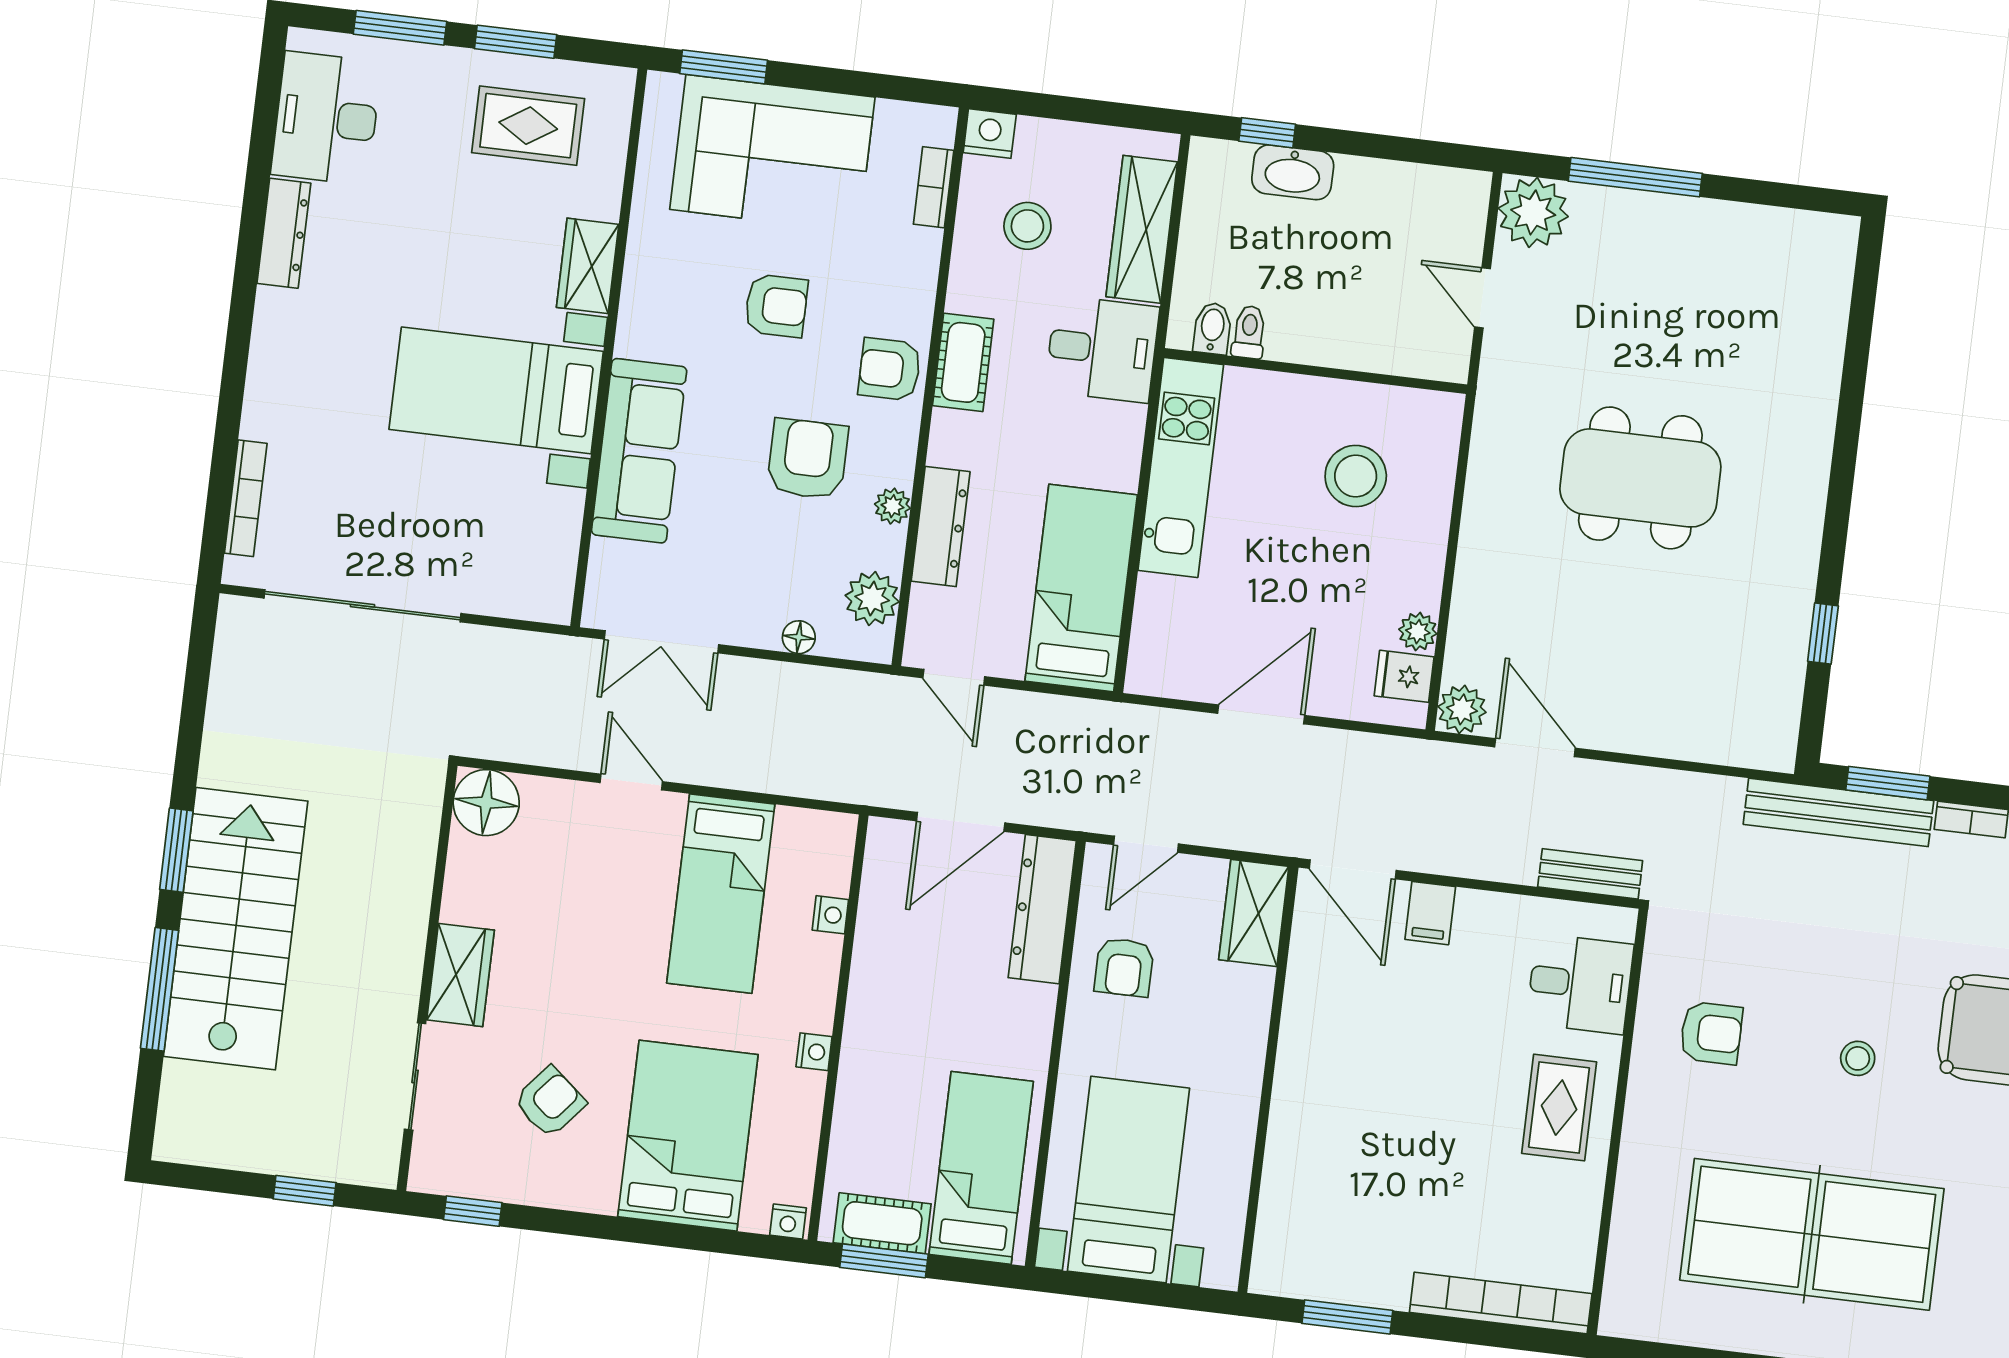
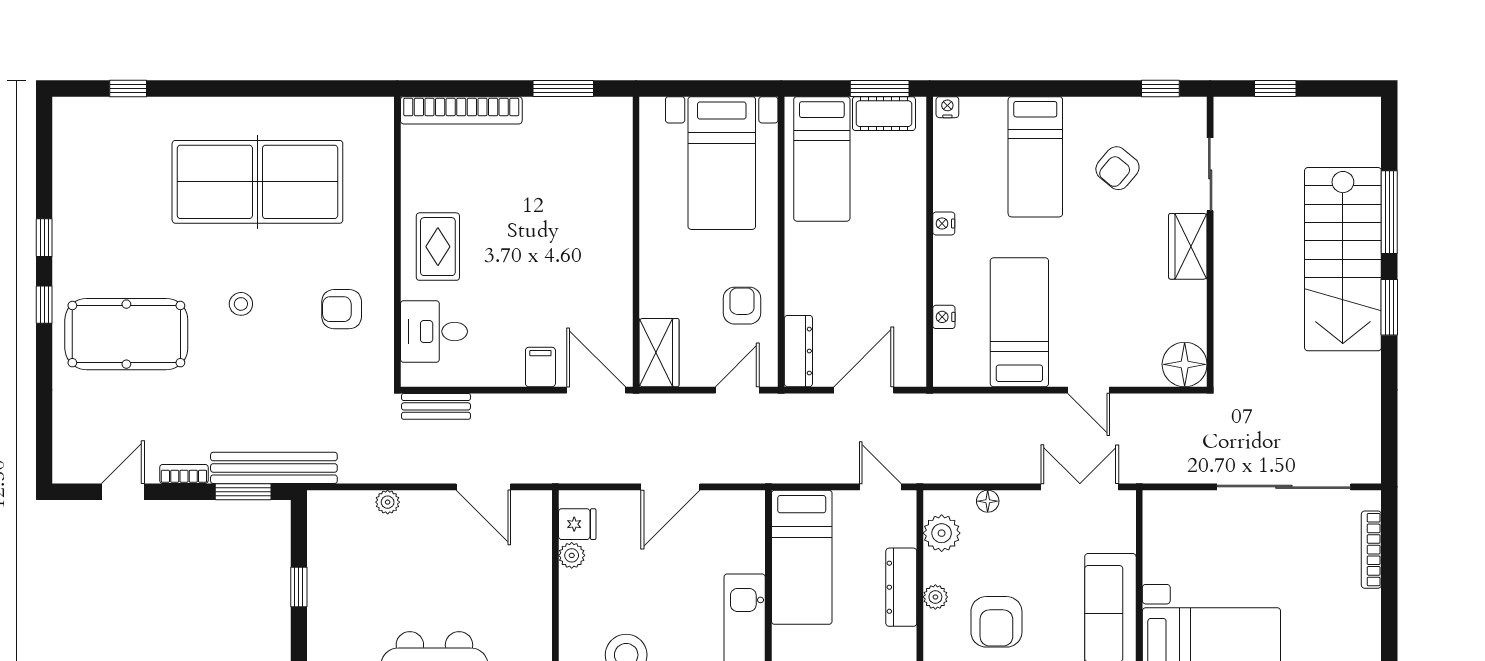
plant: (1462, 709) -> (388, 502), moved, width x0.73, depth x0.73
dresser: (1042, 909) -> (798, 351), width x0.73, depth x0.80
bed: (688, 1136) -> (1035, 157), width x0.67

